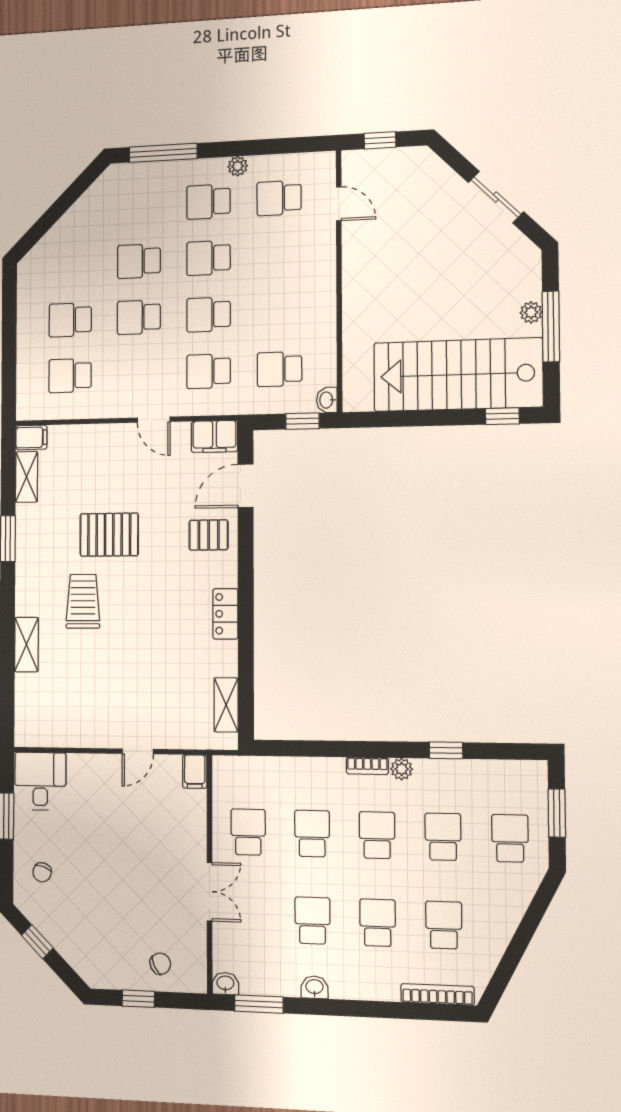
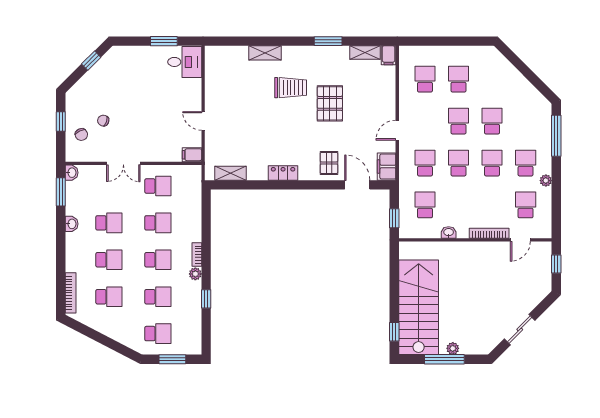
bookcase: (328, 258) -> (489, 233), added
washbasin: (327, 400) -> (449, 232), moved
chair: (42, 872) -> (103, 121), moved

